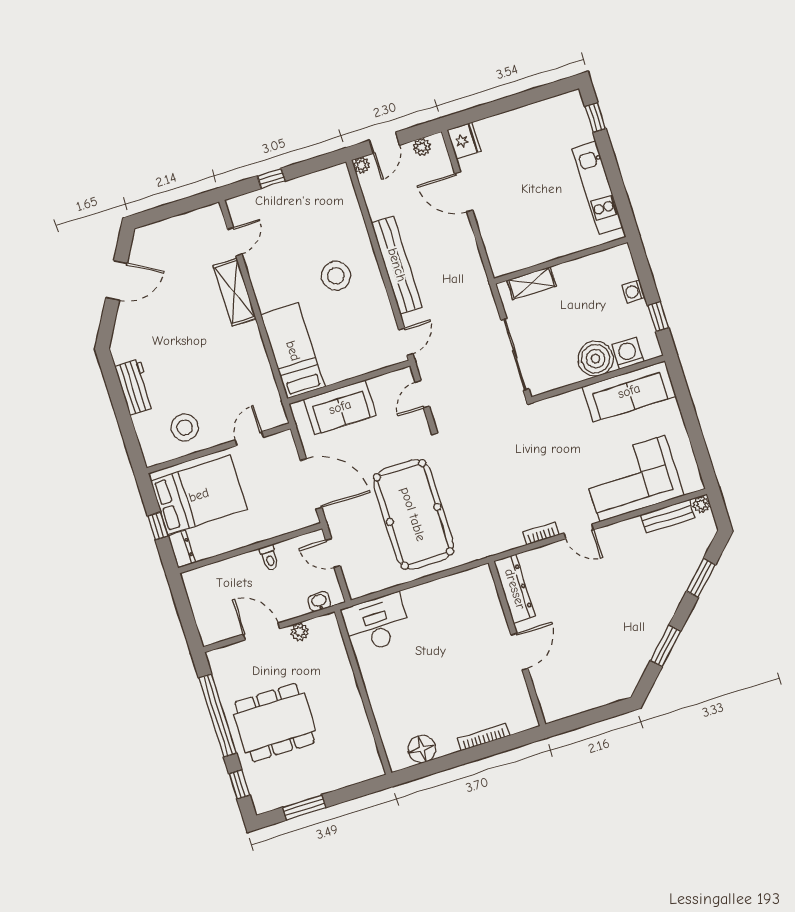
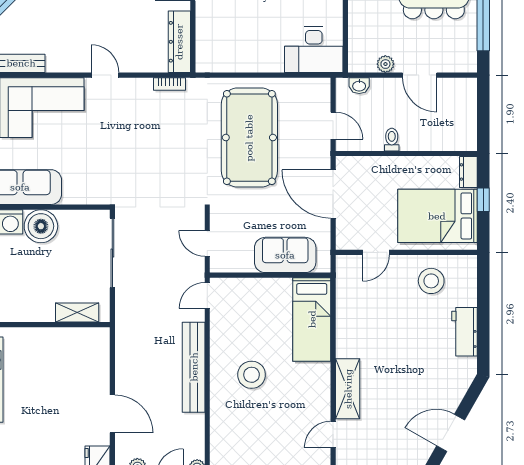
door: (422, 394) -> (207, 243), swing flipped
bookcase: (541, 534) -> (169, 84), moved

